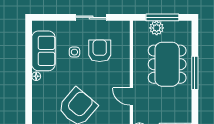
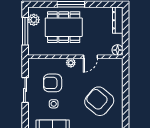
plant: (157, 28) -> (34, 20), moved
plant: (124, 73) -> (71, 63), added

